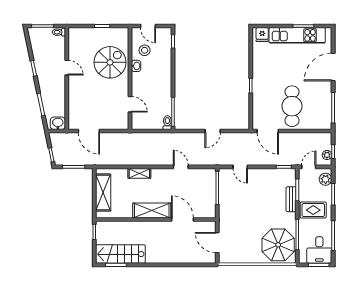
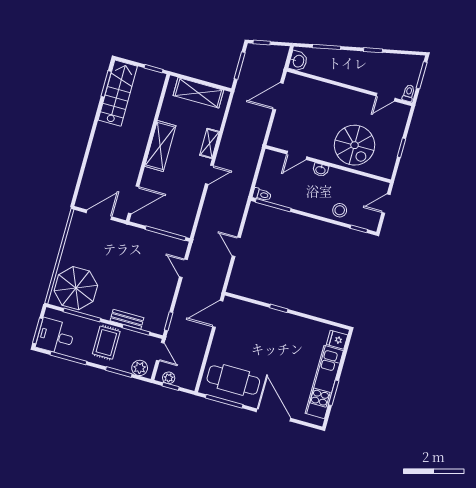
stool: (145, 50) -> (340, 210), moved
washbasin: (136, 66) -> (321, 170), moved
door: (67, 68) -> (386, 97), moved
cafe table: (292, 106) -> (233, 380), moved
door: (181, 167) -> (209, 175), moved
door: (240, 167) -> (183, 268), hinge flipped
door: (182, 219) -> (134, 200), moved

